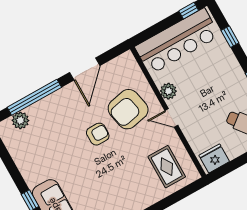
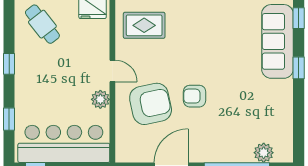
rug: (167, 167) -> (144, 25), turned 90

